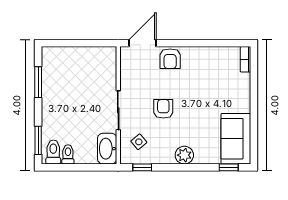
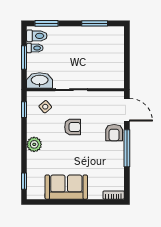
window: (189, 43) -> (127, 148), added
armchair: (170, 59) -> (114, 133), turned -90
sofa: (236, 139) -> (66, 187), moved
window: (79, 167) -> (24, 57), added

